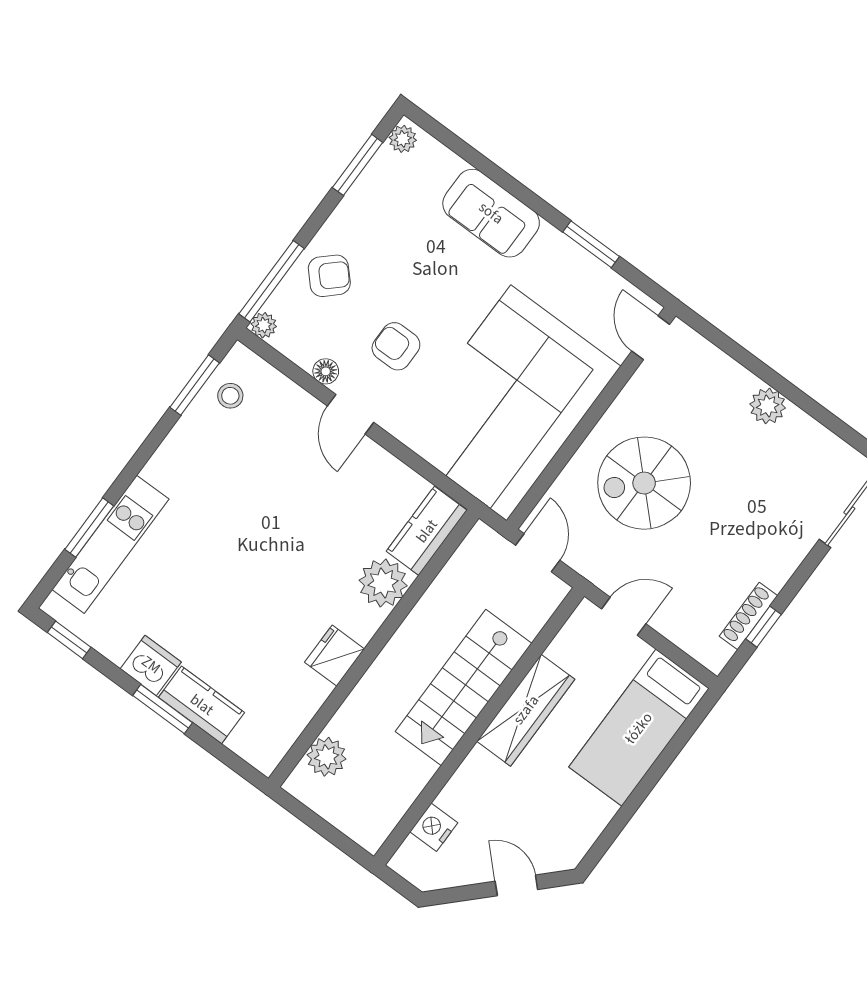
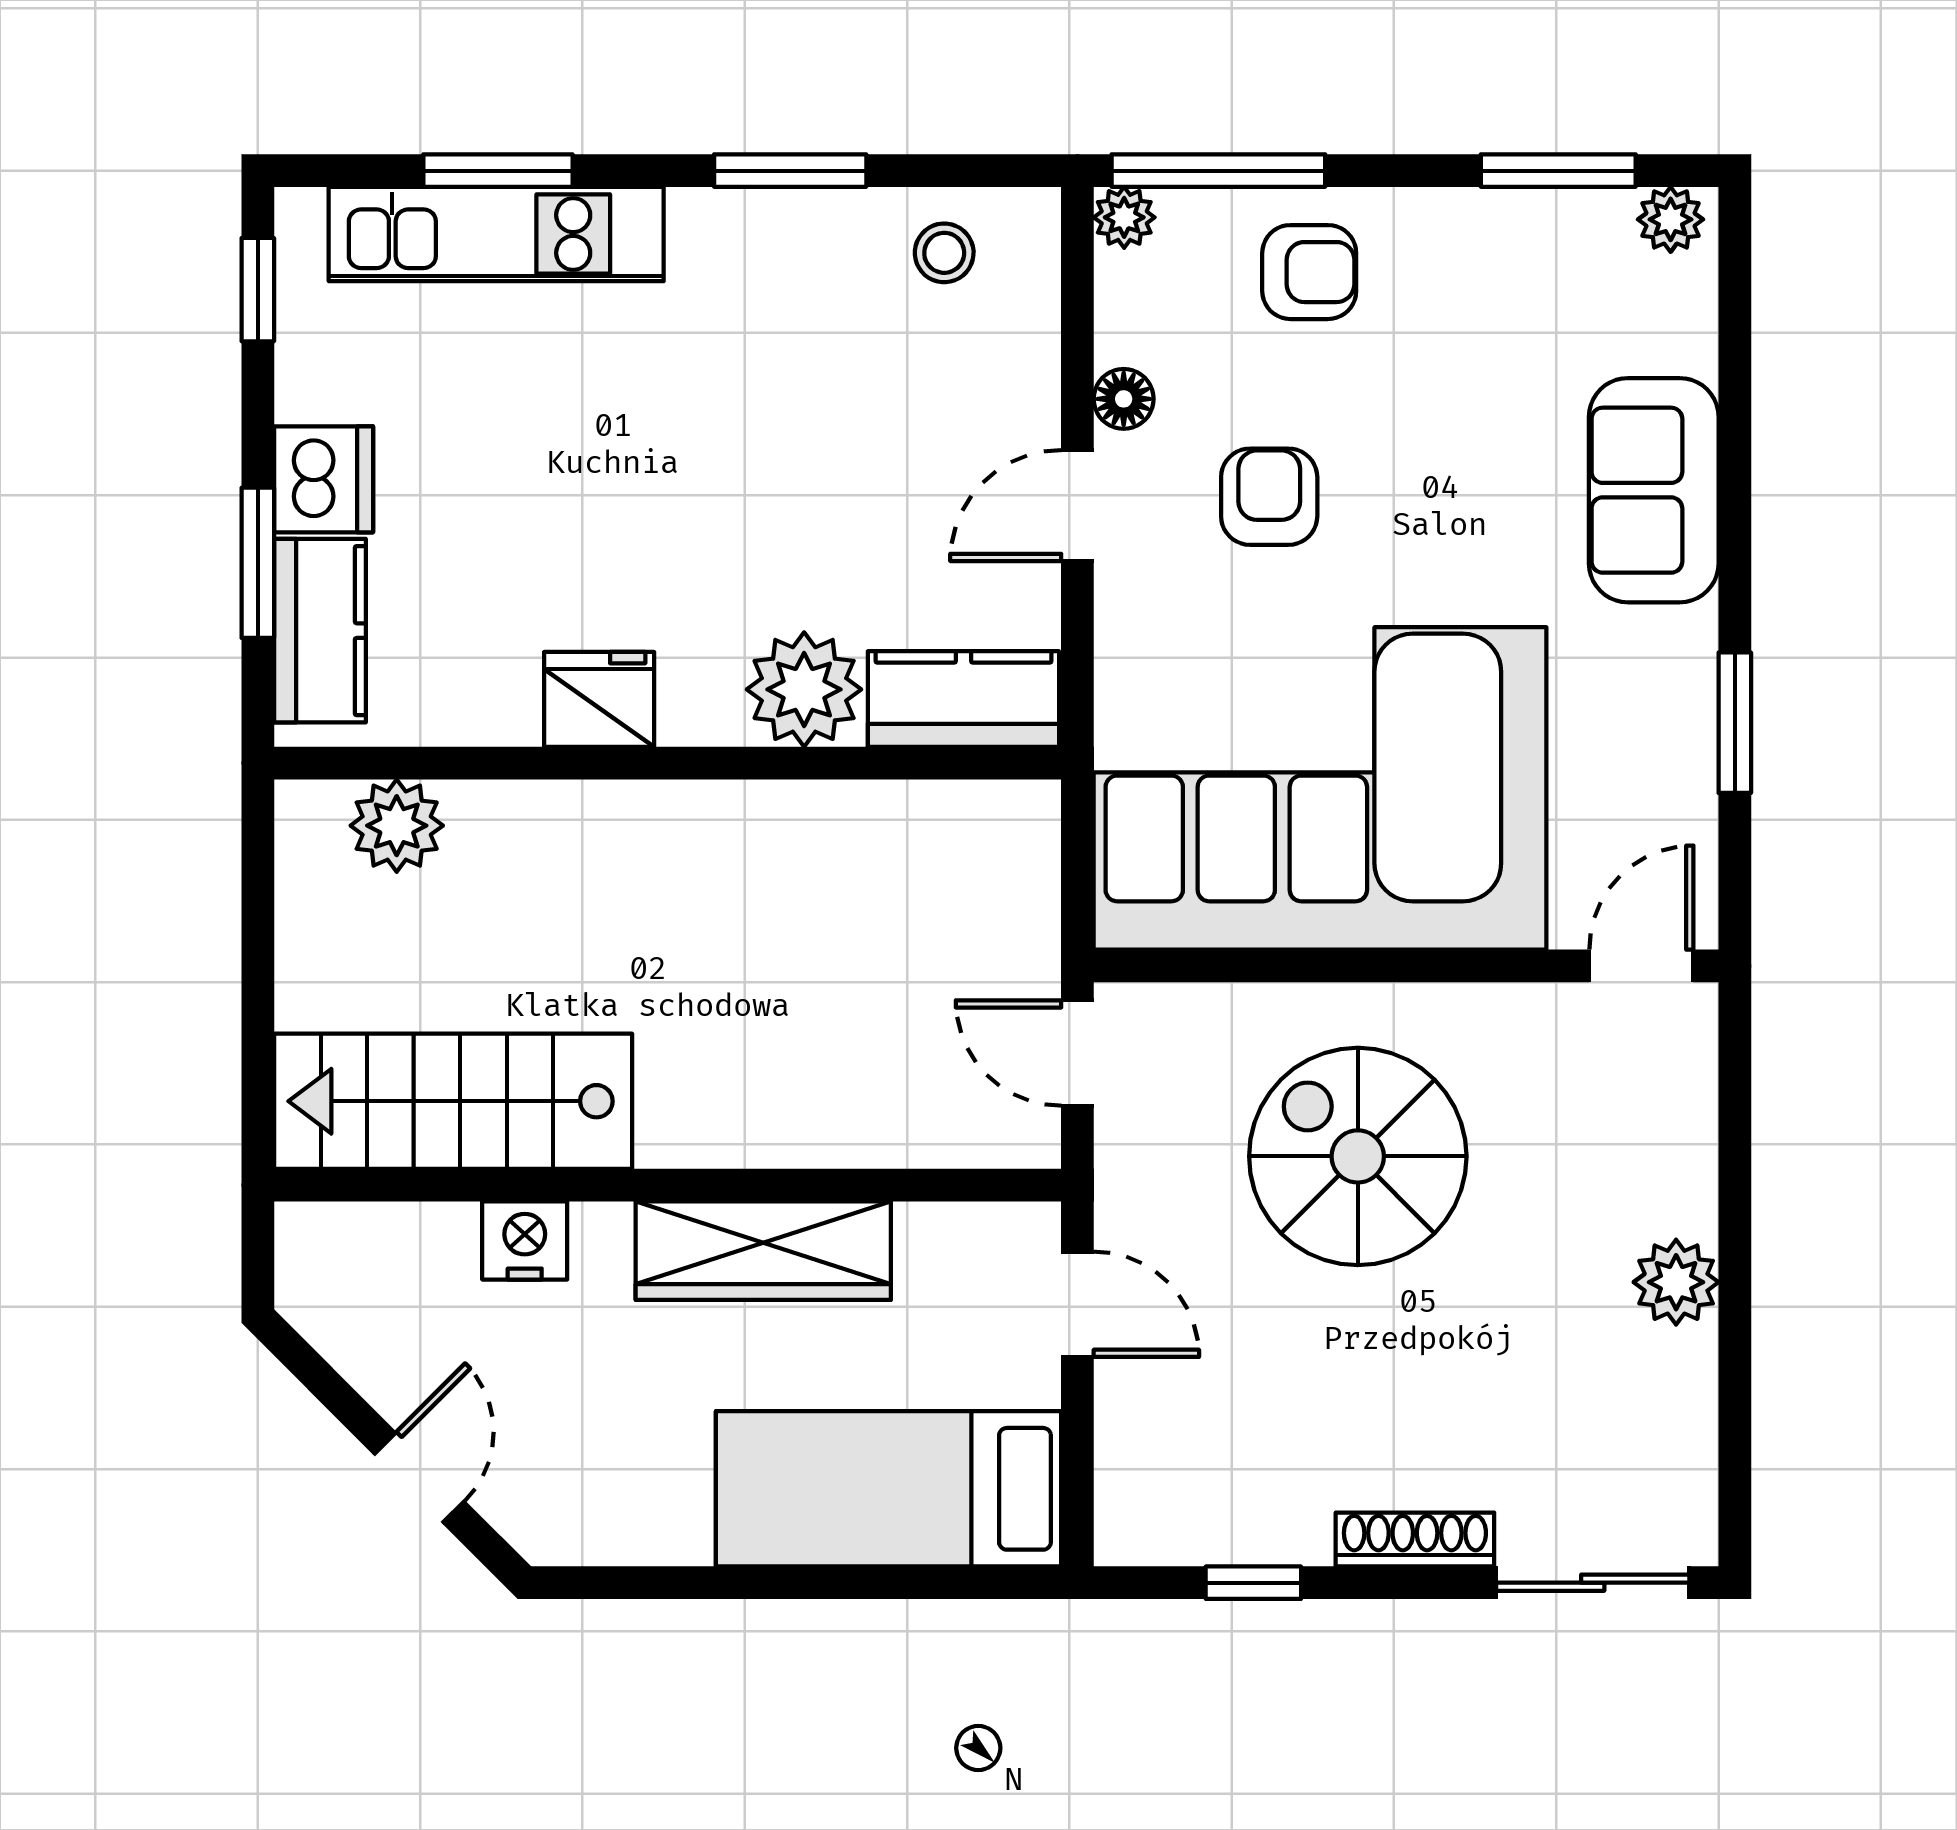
armchair: (329, 276) -> (1309, 272), turned -47
window: (195, 385) -> (790, 171), moved
kitchen counter: (427, 531) -> (963, 699), moved
door: (538, 553) -> (1077, 1053), swing flipped
plant: (383, 583) -> (804, 689), moved
shoe rack: (748, 616) -> (1415, 1540), moved
wall: (374, 648) -> (668, 763), moved
fridge: (335, 656) -> (599, 699), moved
stairs: (464, 687) -> (453, 1101), moved
plant: (327, 757) -> (397, 826), moved
nightstand: (434, 827) -> (525, 1240), moved

